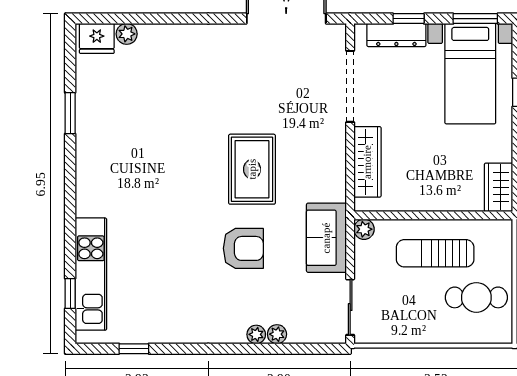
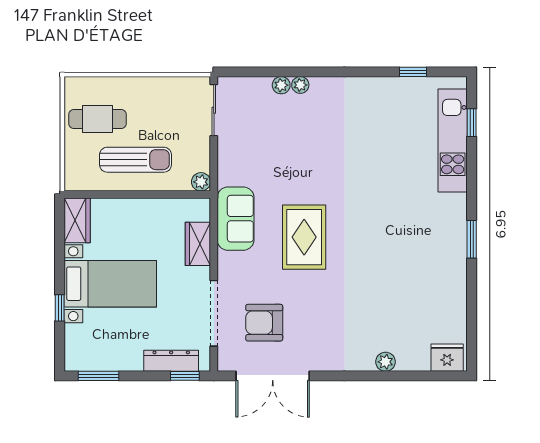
window: (409, 19) -> (185, 376), moved
plant: (127, 34) -> (386, 362), moved
bed with nightstands: (470, 74) -> (110, 284), moved, turned 90
window: (70, 113) -> (472, 239), moved
wardrobe: (367, 162) -> (198, 244), width x0.67
sofa: (326, 238) -> (236, 219), moved
armchair: (243, 248) -> (264, 323), moved

